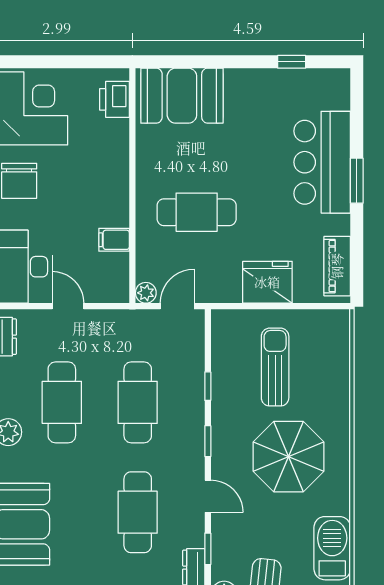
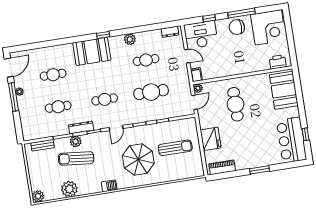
bar counter: (322, 162) -> (291, 140), moved, turned -90
filing cabinet: (114, 240) -> (196, 75), moved
door: (68, 306) -> (187, 56), hinge flipped
door: (177, 306) -> (194, 102), hinge flipped
cafe table: (62, 402) -> (146, 60), width x0.73, depth x0.74
cafe table: (138, 512) -> (105, 99), width x0.73, depth x0.74
barbecue: (332, 548) -> (109, 186), width x0.53, depth x0.65

